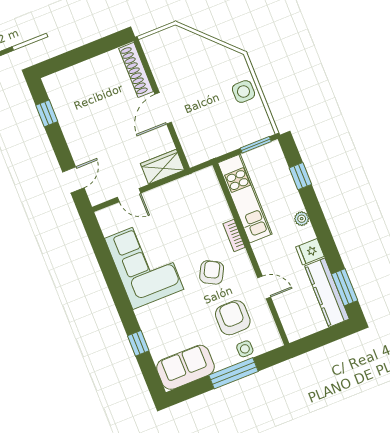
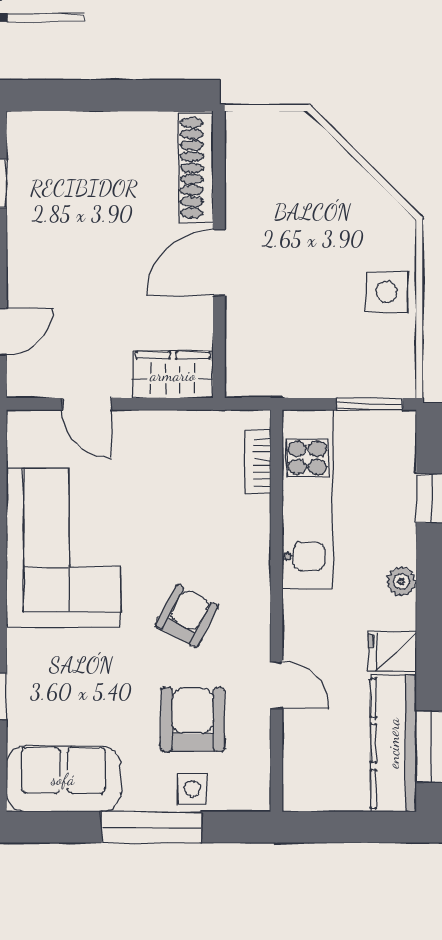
bookcase: (234, 236) -> (258, 462), moved

